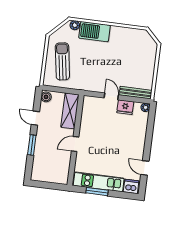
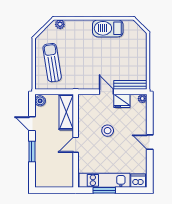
barbecue: (95, 32) -> (108, 28), moved
stool: (108, 134) -> (108, 131), added
door: (145, 168) -> (150, 142), moved

